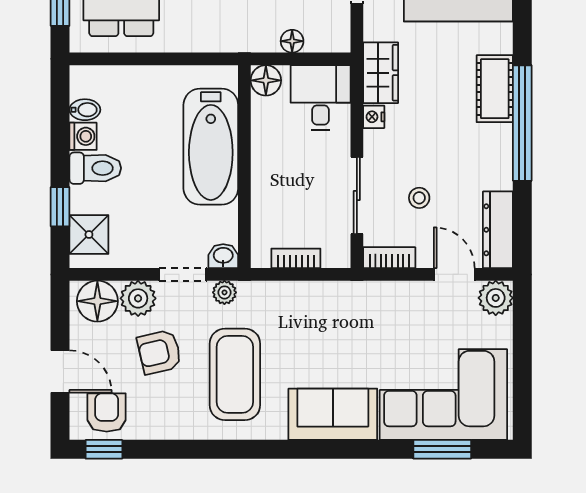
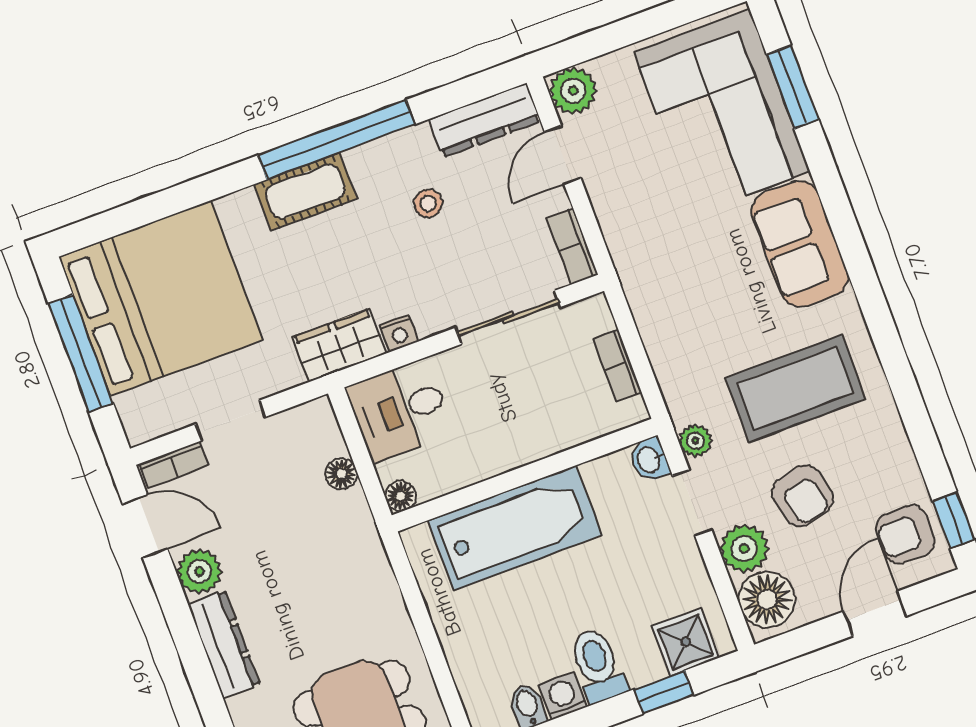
floor lamp: (266, 80) -> (401, 496), width x0.73, depth x0.73
stool: (419, 198) -> (428, 203), moved

